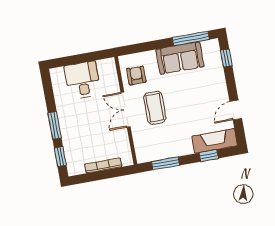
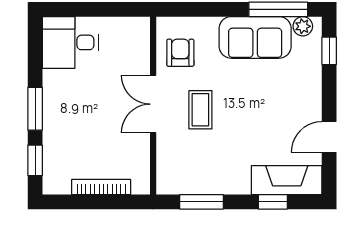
plant: (208, 46) -> (303, 26), added
desk: (83, 80) -> (70, 42), moved, turned -90
coffee table: (155, 108) -> (200, 110), width x0.73, depth x0.77

